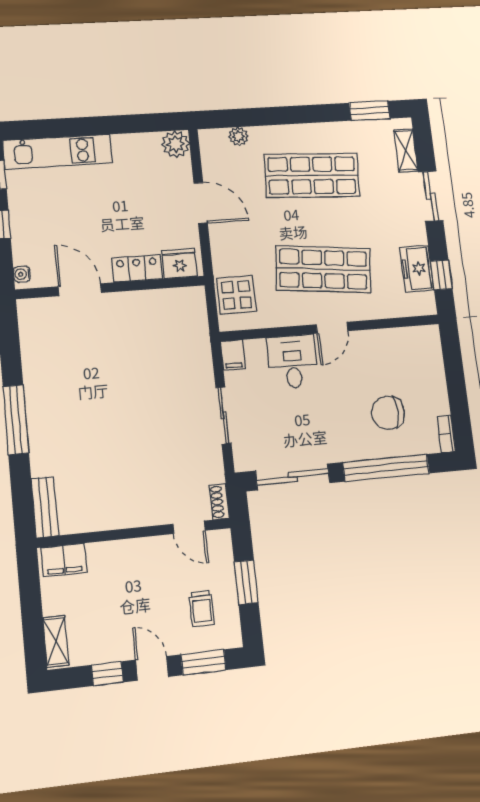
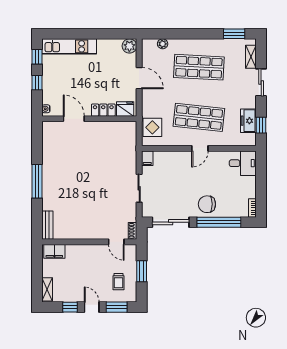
desk: (293, 362) -> (243, 163), moved, turned 90
chair: (388, 413) -> (207, 204), moved

